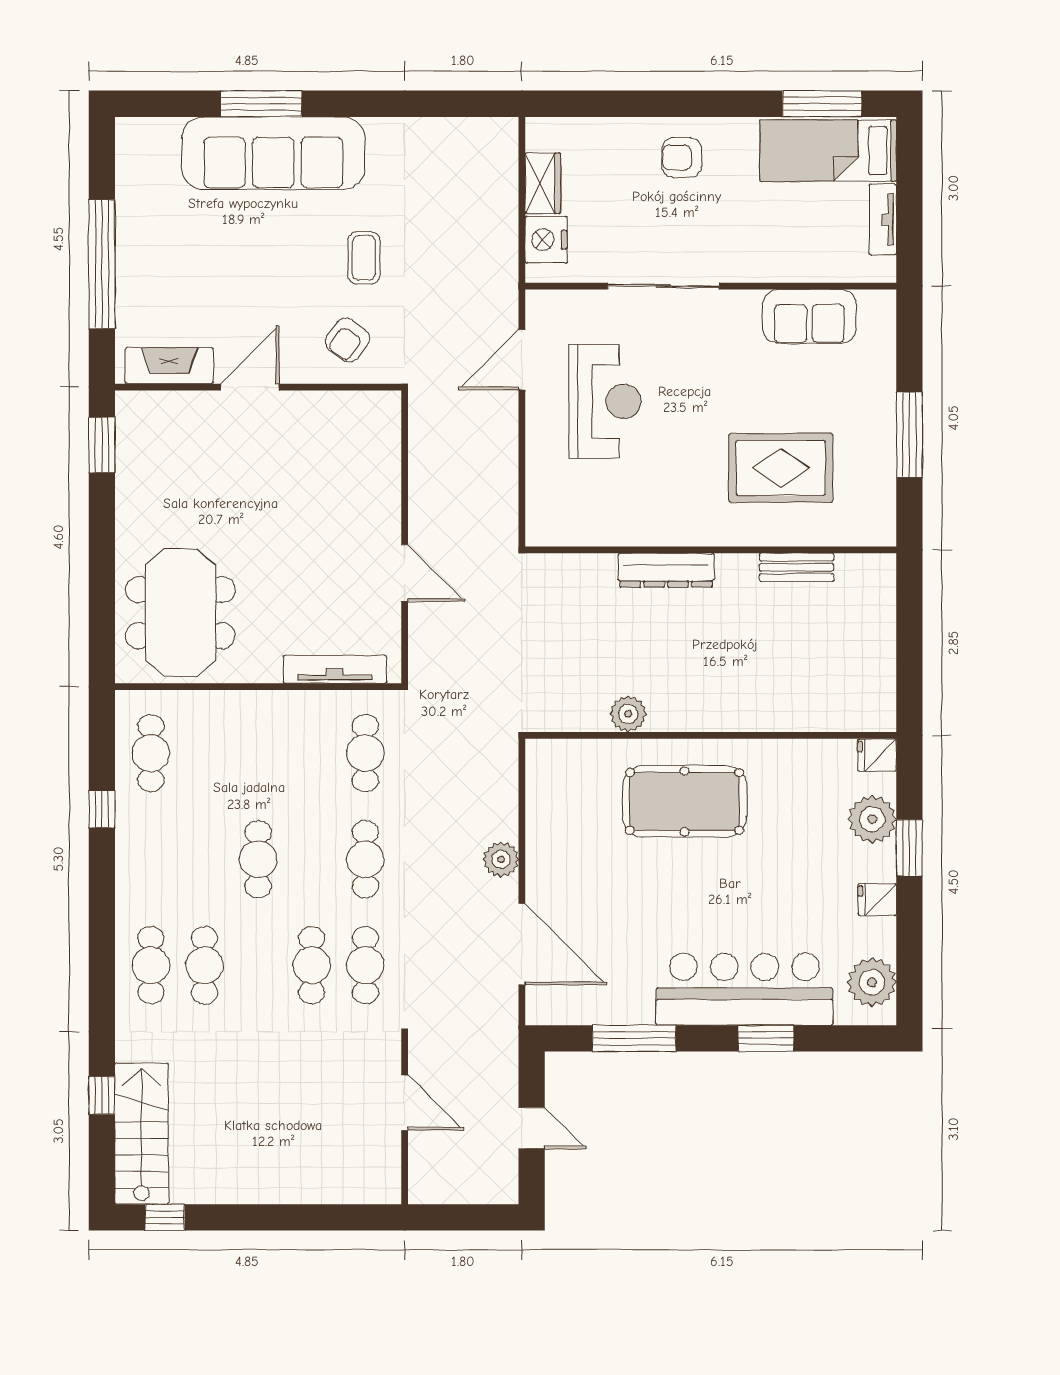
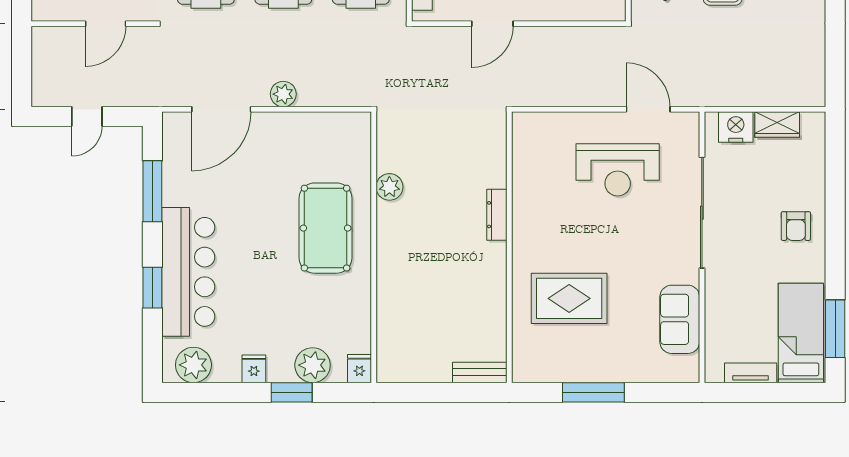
armchair: (682, 158) -> (796, 226), turned 180
sliding door: (663, 286) -> (702, 213), width x1.36
rug: (781, 468) -> (569, 298), turned 90
bench: (797, 567) -> (480, 372), moved, turned 90
dresser: (666, 570) -> (497, 215), width x0.73, depth x0.80

